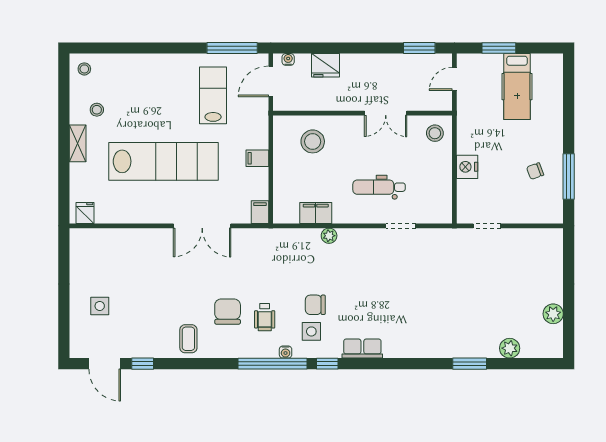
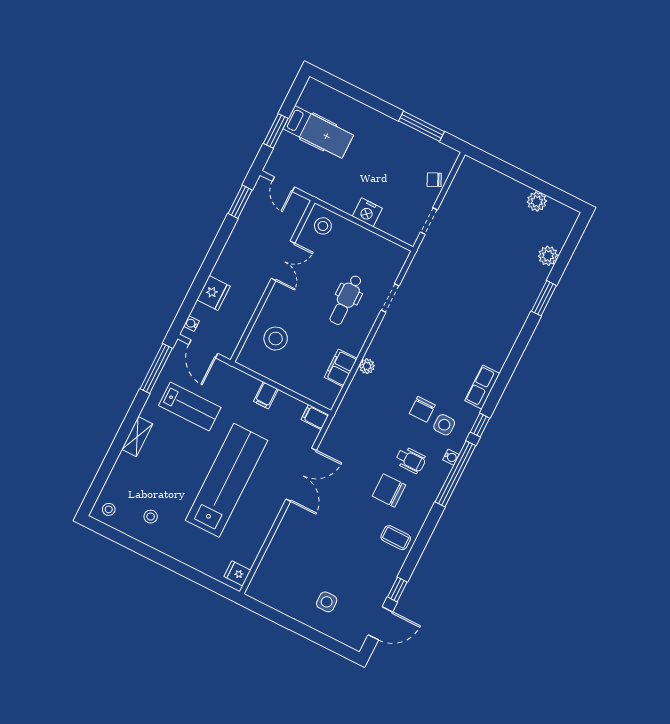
lab bench: (213, 95) -> (190, 407), turned 180
shelving: (78, 143) -> (137, 437), moved, turned 90
chair: (535, 171) -> (434, 180), moved, turned 85

